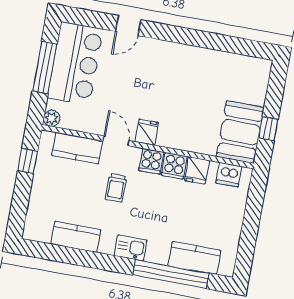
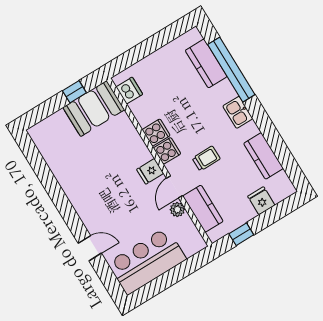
window: (45, 67) -> (168, 279), removed
plant: (52, 118) -> (177, 210), moved
fridge: (197, 171) -> (261, 201), moved, turned -90

